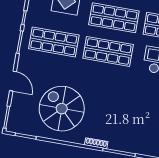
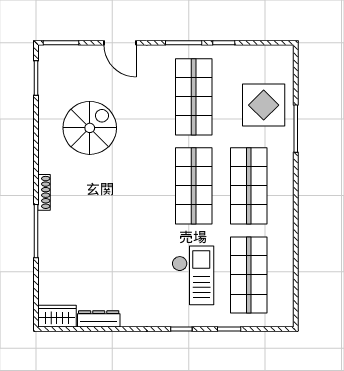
door: (13, 81) -> (120, 43), hinge flipped
spiral stairs: (62, 109) -> (90, 128), width x0.73, depth x0.73

